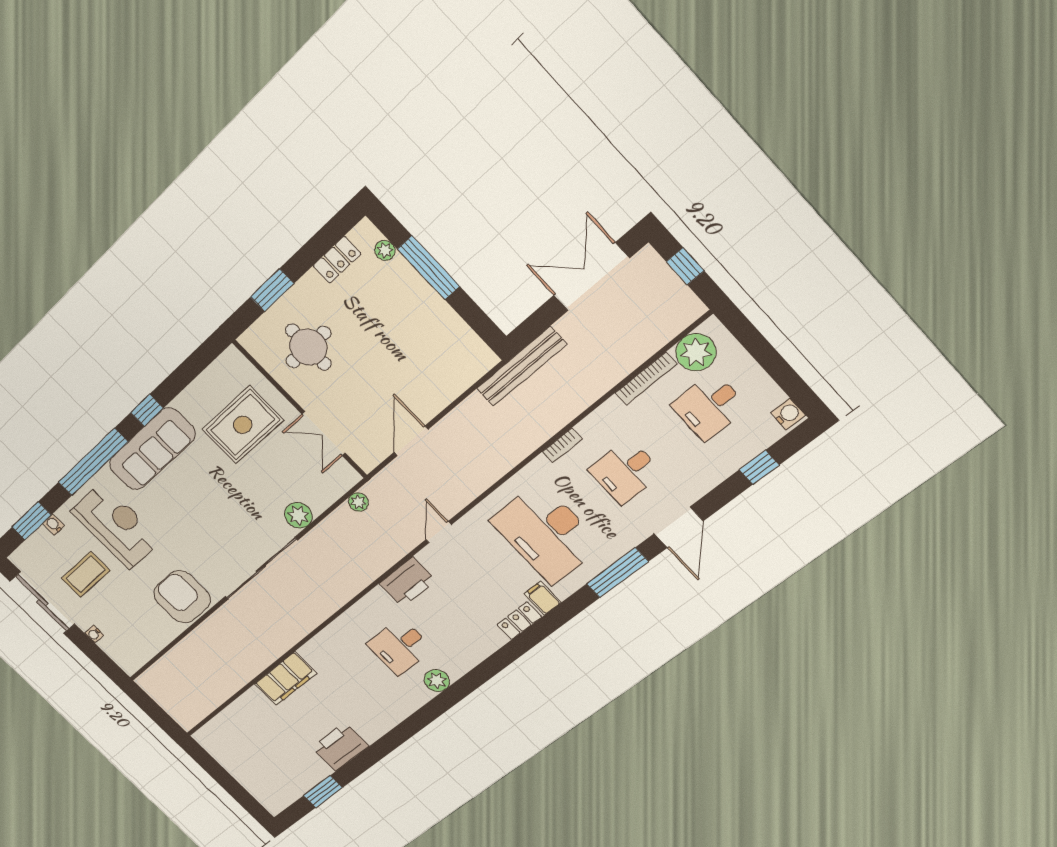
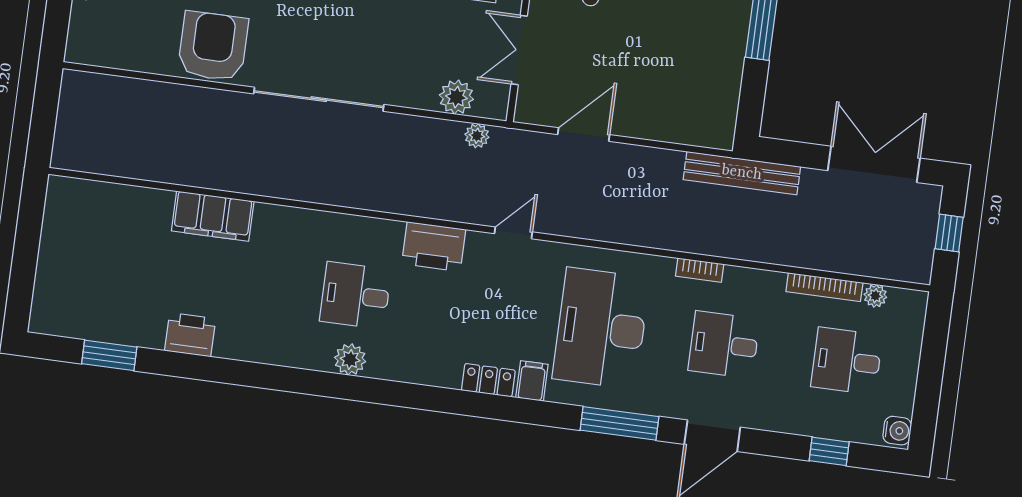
plant: (696, 352) -> (875, 296), width x0.53, depth x0.53
plant: (298, 515) -> (456, 97), moved
printer: (340, 747) -> (190, 335), width x0.73, depth x0.84

